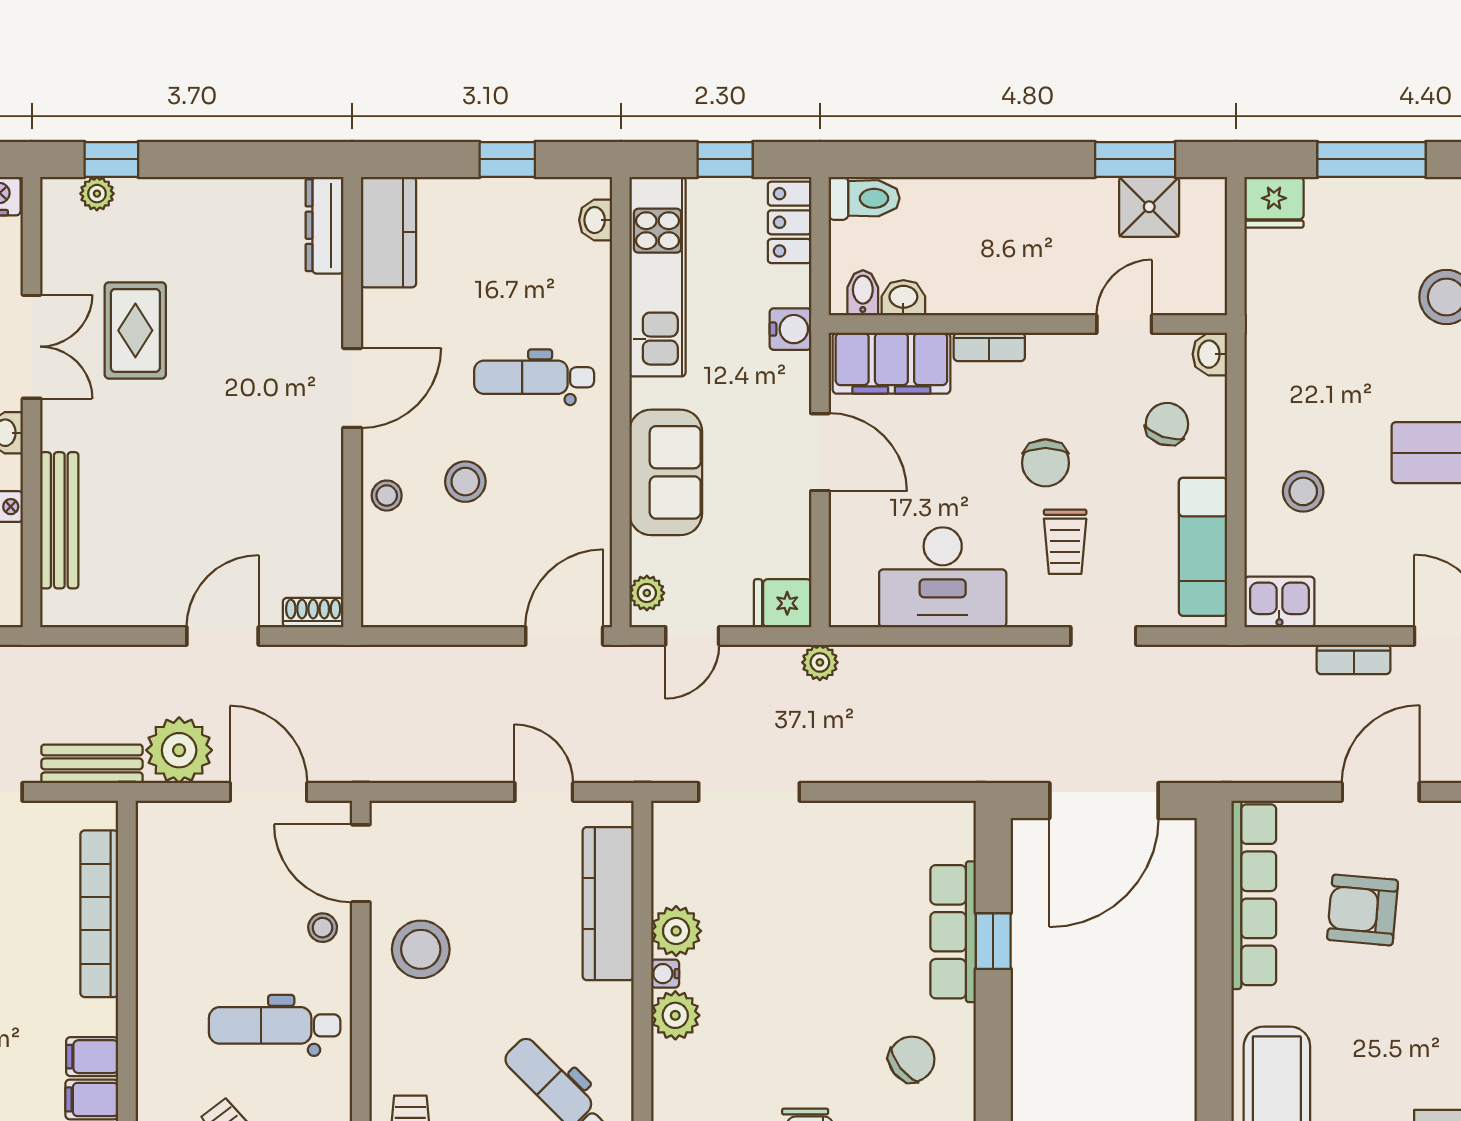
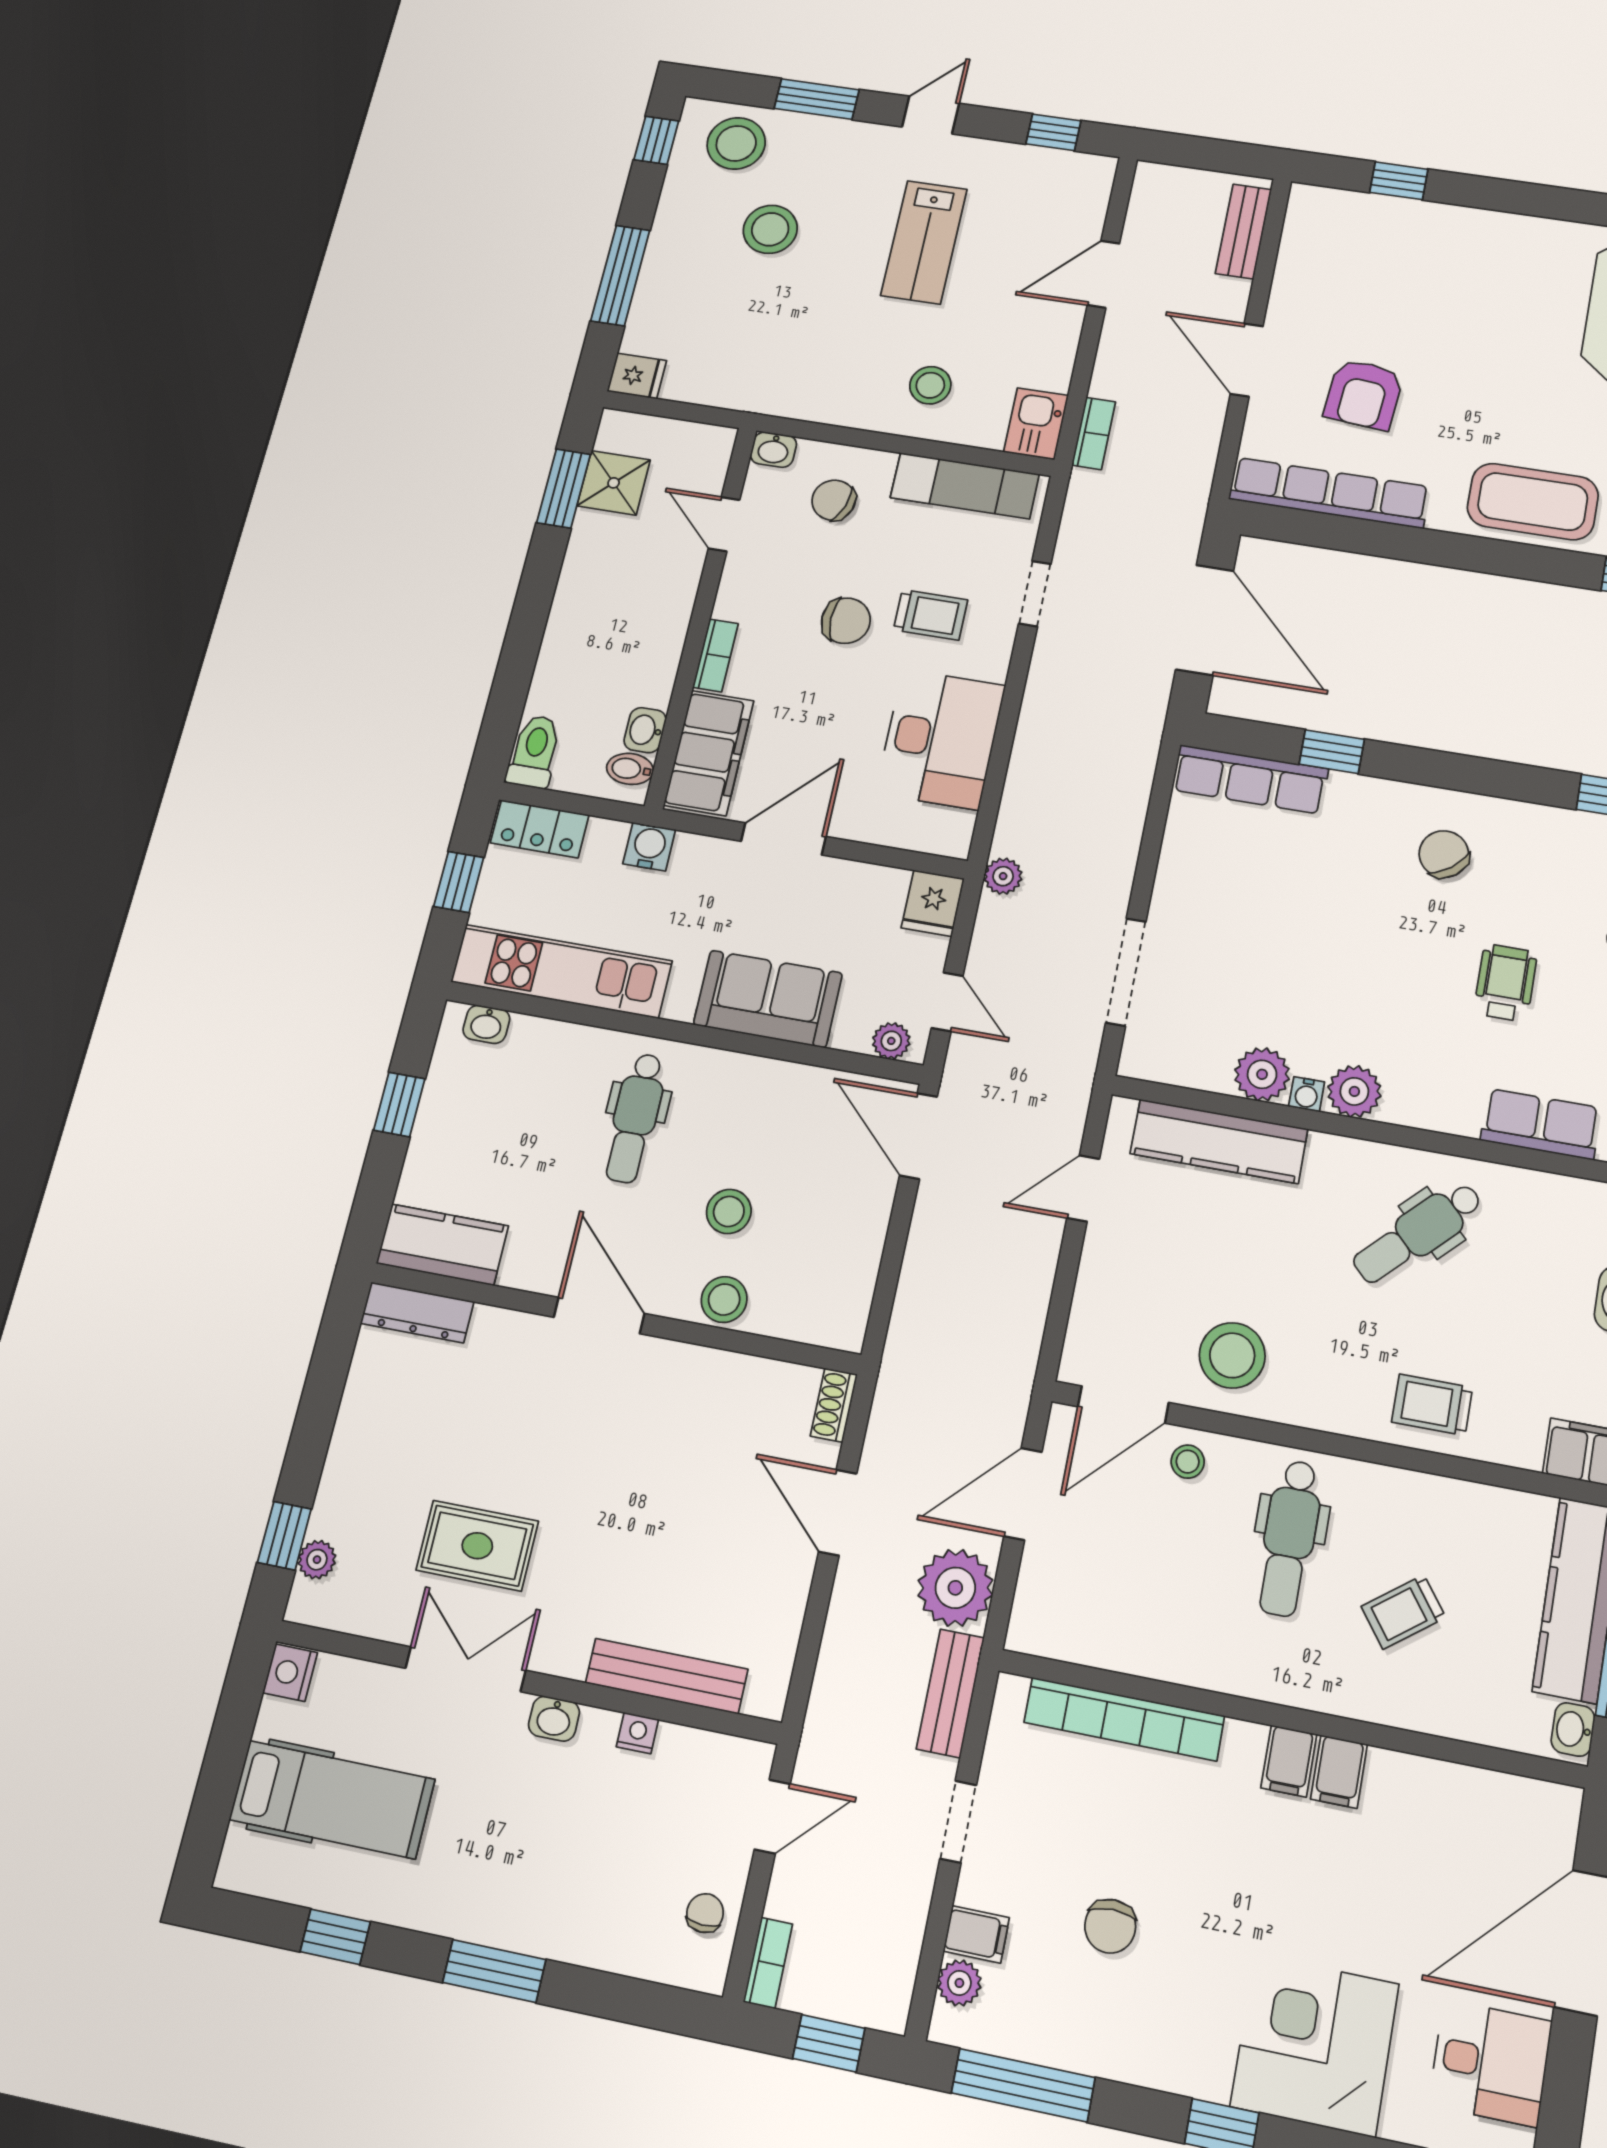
fridge: (1274, 202) -> (637, 376), width x0.72
stool: (387, 496) -> (724, 1300), width x1.37, depth x1.37
bookcase: (1354, 659) -> (1094, 433), moved
row of seats: (953, 932) -> (1250, 779), moved

